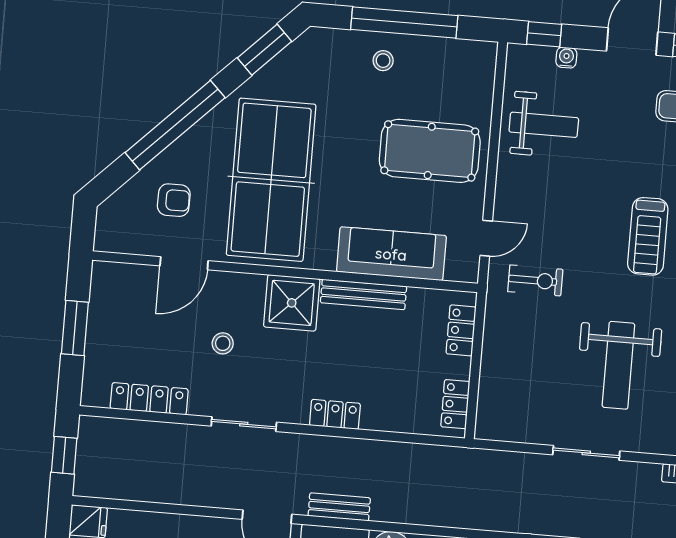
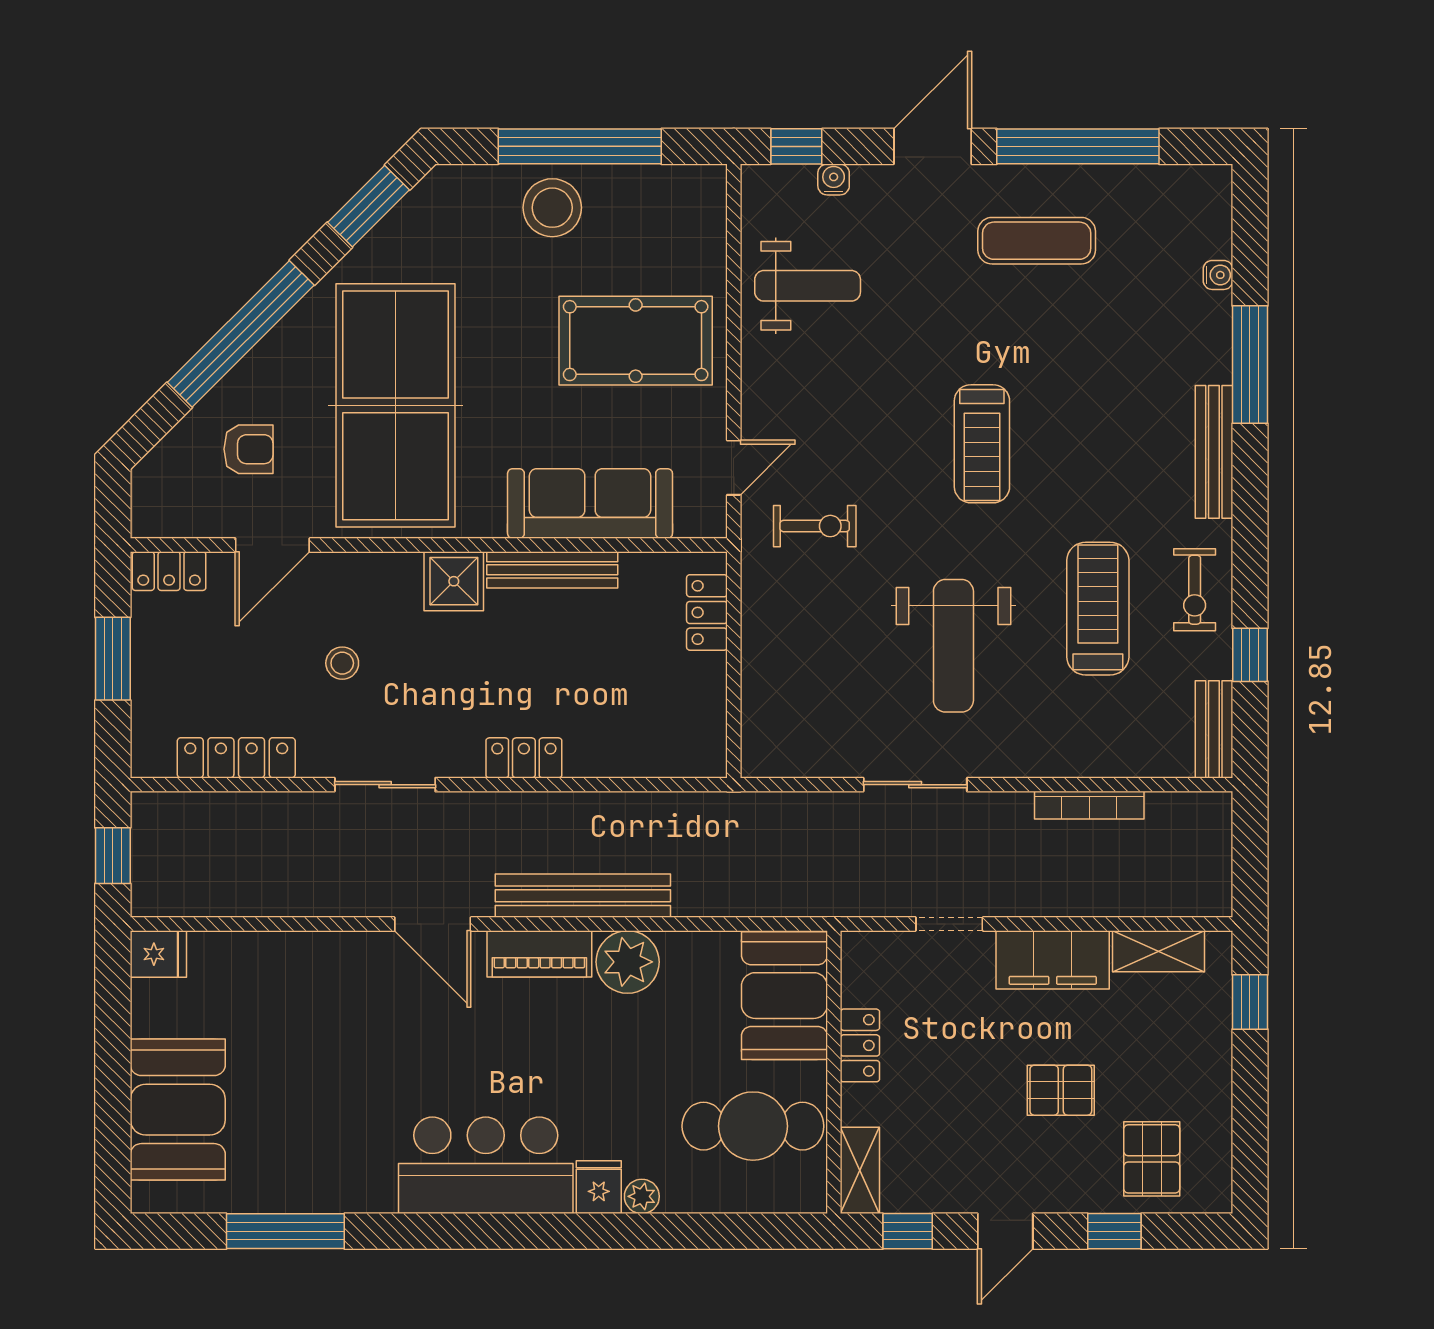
stool: (383, 61) -> (552, 208), width x1.89, depth x1.89
shower: (292, 303) -> (454, 581), width x0.73, depth x0.73
locker: (455, 404) -> (169, 571), moved, turned -90
bench: (339, 507) -> (583, 896), width x1.86, depth x1.21

